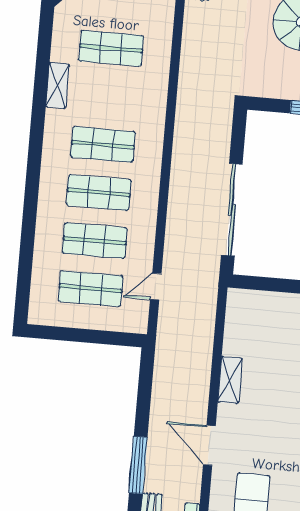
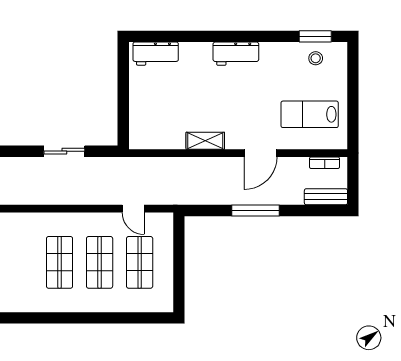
shop shelf: (103, 144) -> (20, 262), removed
sliding door: (232, 210) -> (64, 151), width x0.54
window: (138, 465) -> (255, 210), moved

